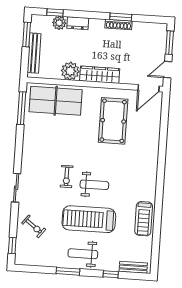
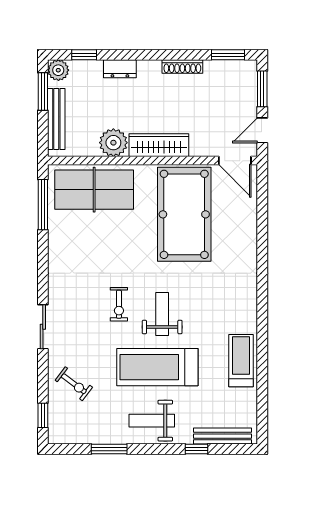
window: (121, 17) -> (228, 55), moved
plant: (59, 23) -> (58, 70), moved
door: (149, 88) -> (235, 161), hinge flipped
pool table: (113, 121) -> (184, 214), width x1.36, depth x1.32
weight bench: (94, 185) -> (162, 314), turned -90
treadmill: (144, 219) -> (241, 361), turned 180
bench: (133, 267) -> (223, 436), width x1.36
window: (68, 271) -> (109, 449), moved

